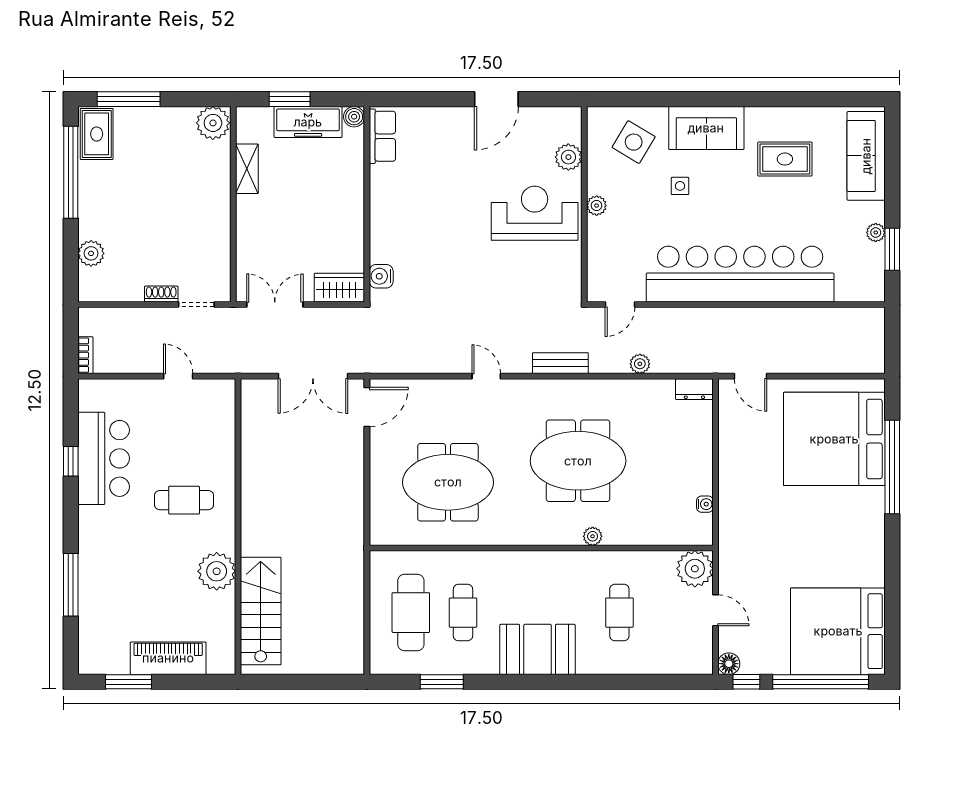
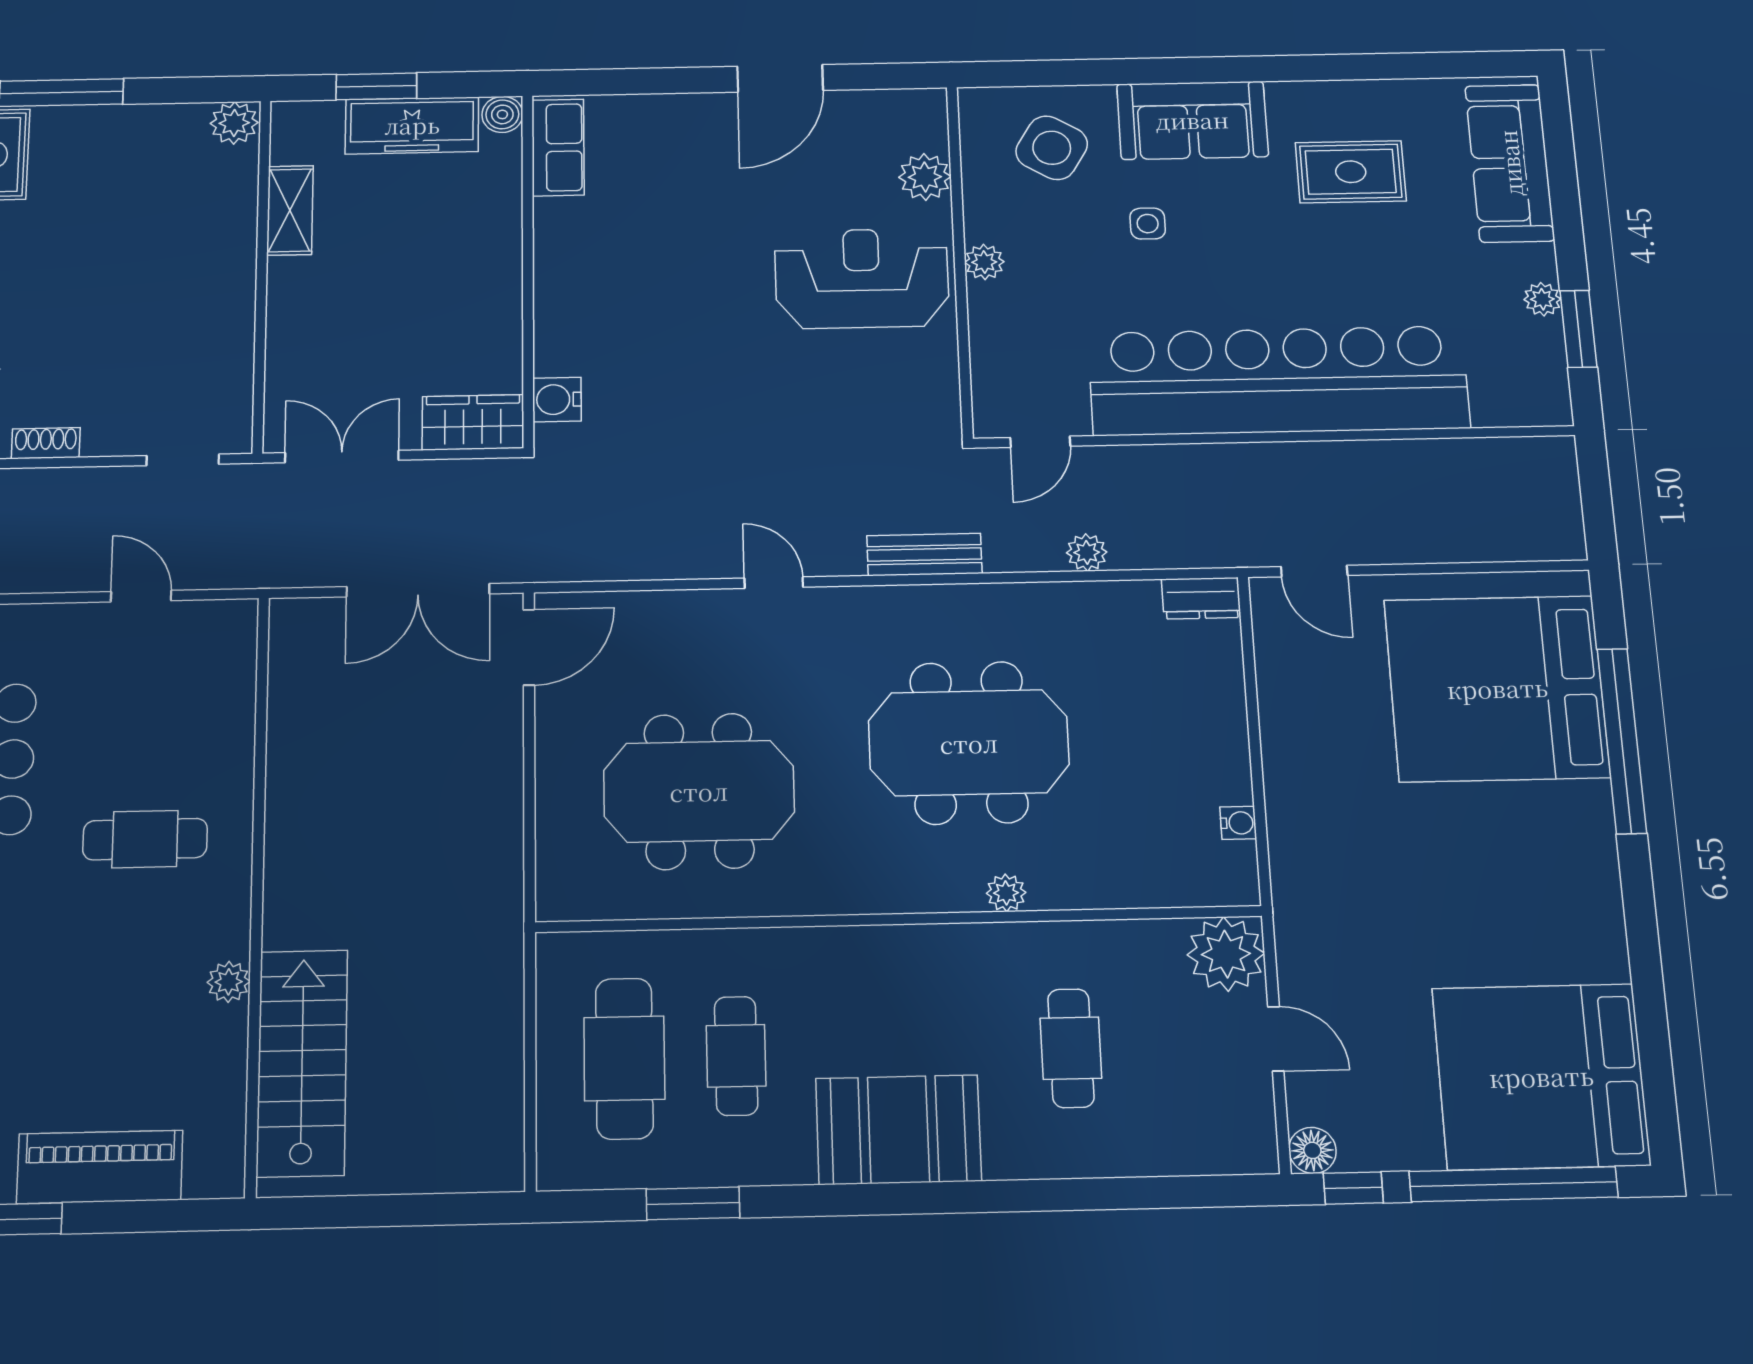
plant: (213, 123) -> (234, 123), width x0.73, depth x0.73
shoe rack: (161, 294) -> (46, 443), moved
plant: (217, 571) -> (229, 982), width x0.53, depth x0.53

